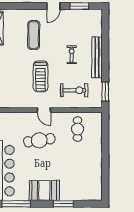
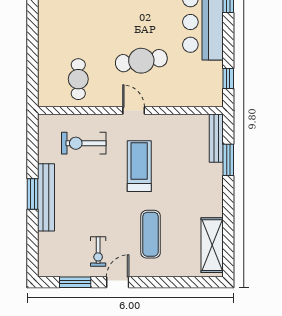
exercise bike: (72, 55) -> (98, 252), moved
window: (105, 92) -> (32, 194), moved

